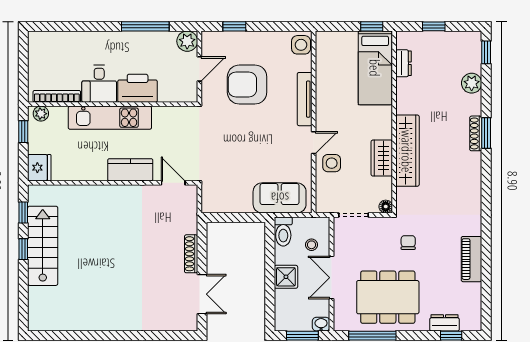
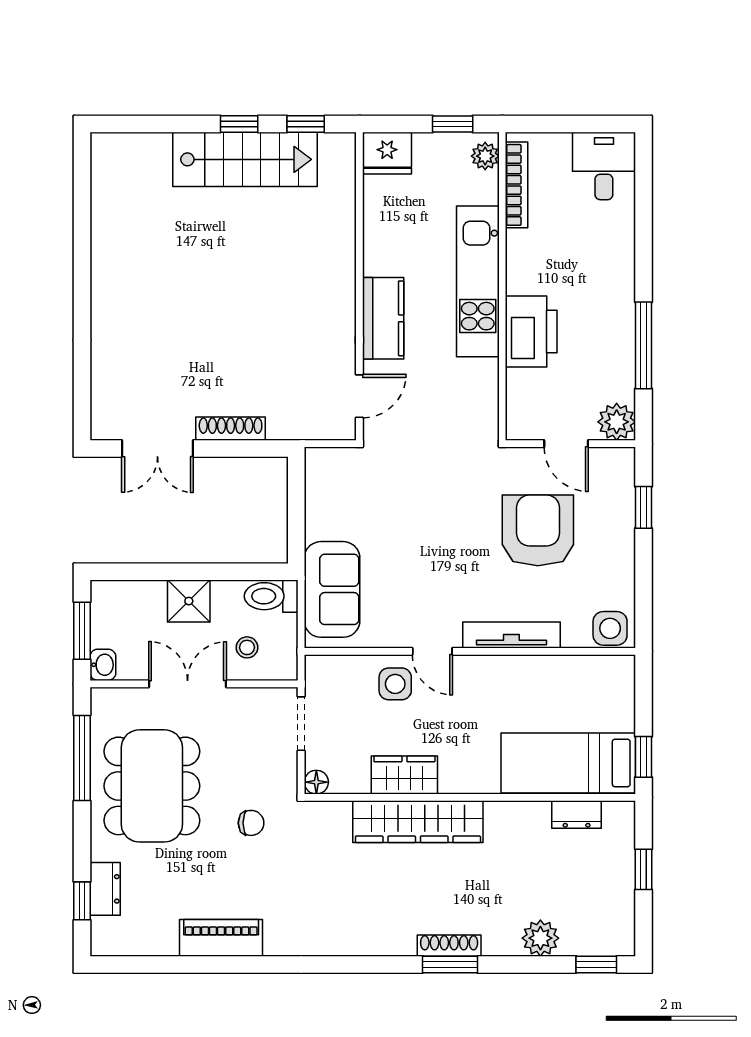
desk: (99, 84) -> (604, 166), moved, turned 90

